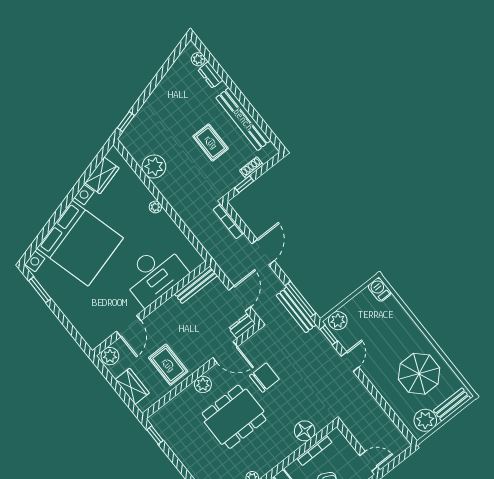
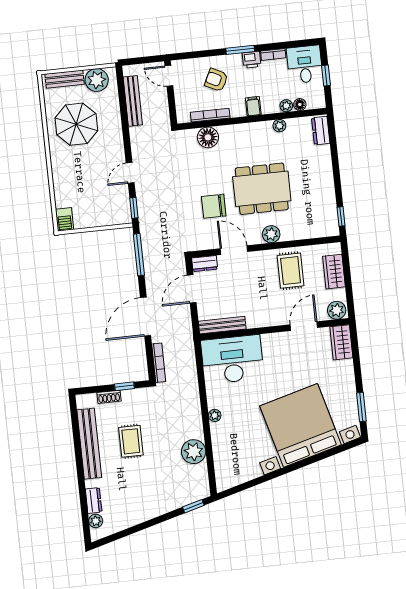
wardrobe: (102, 175) -> (341, 342), moved, turned -75
door: (263, 252) -> (145, 317), width x1.36
desk: (154, 274) -> (232, 359), moved
bench: (296, 310) -> (133, 101), moved
plant: (338, 321) -> (118, 215), removed

